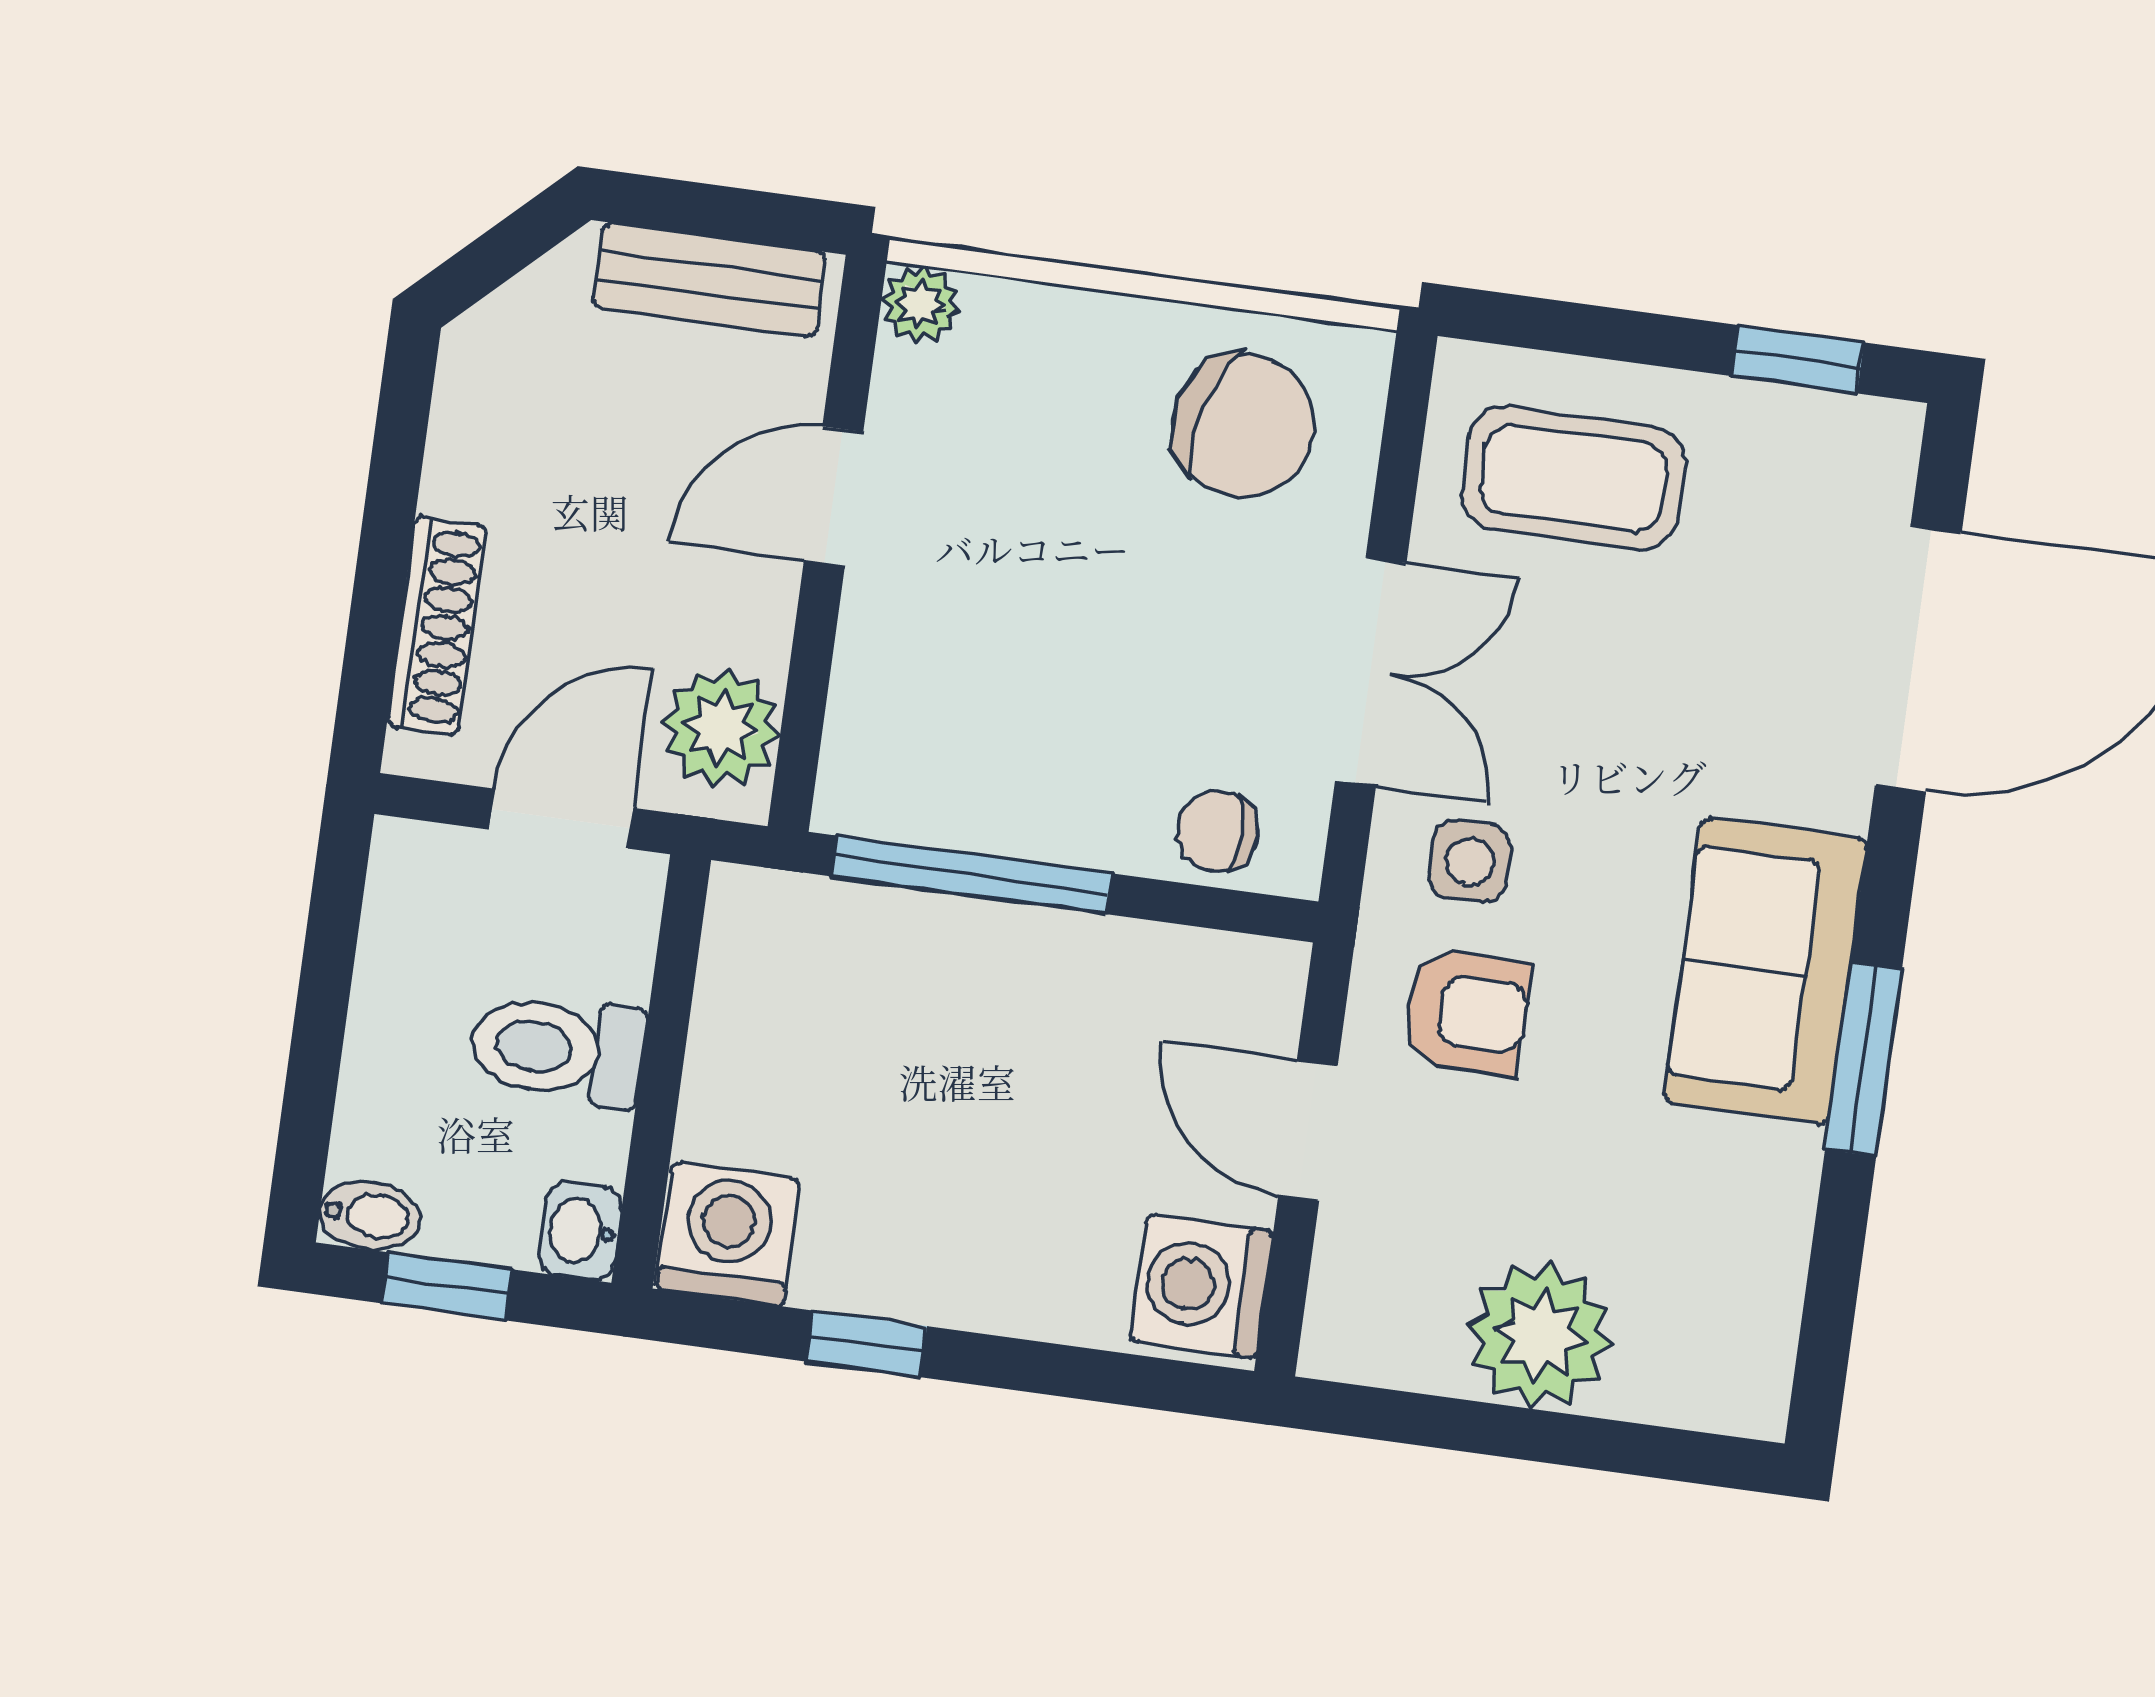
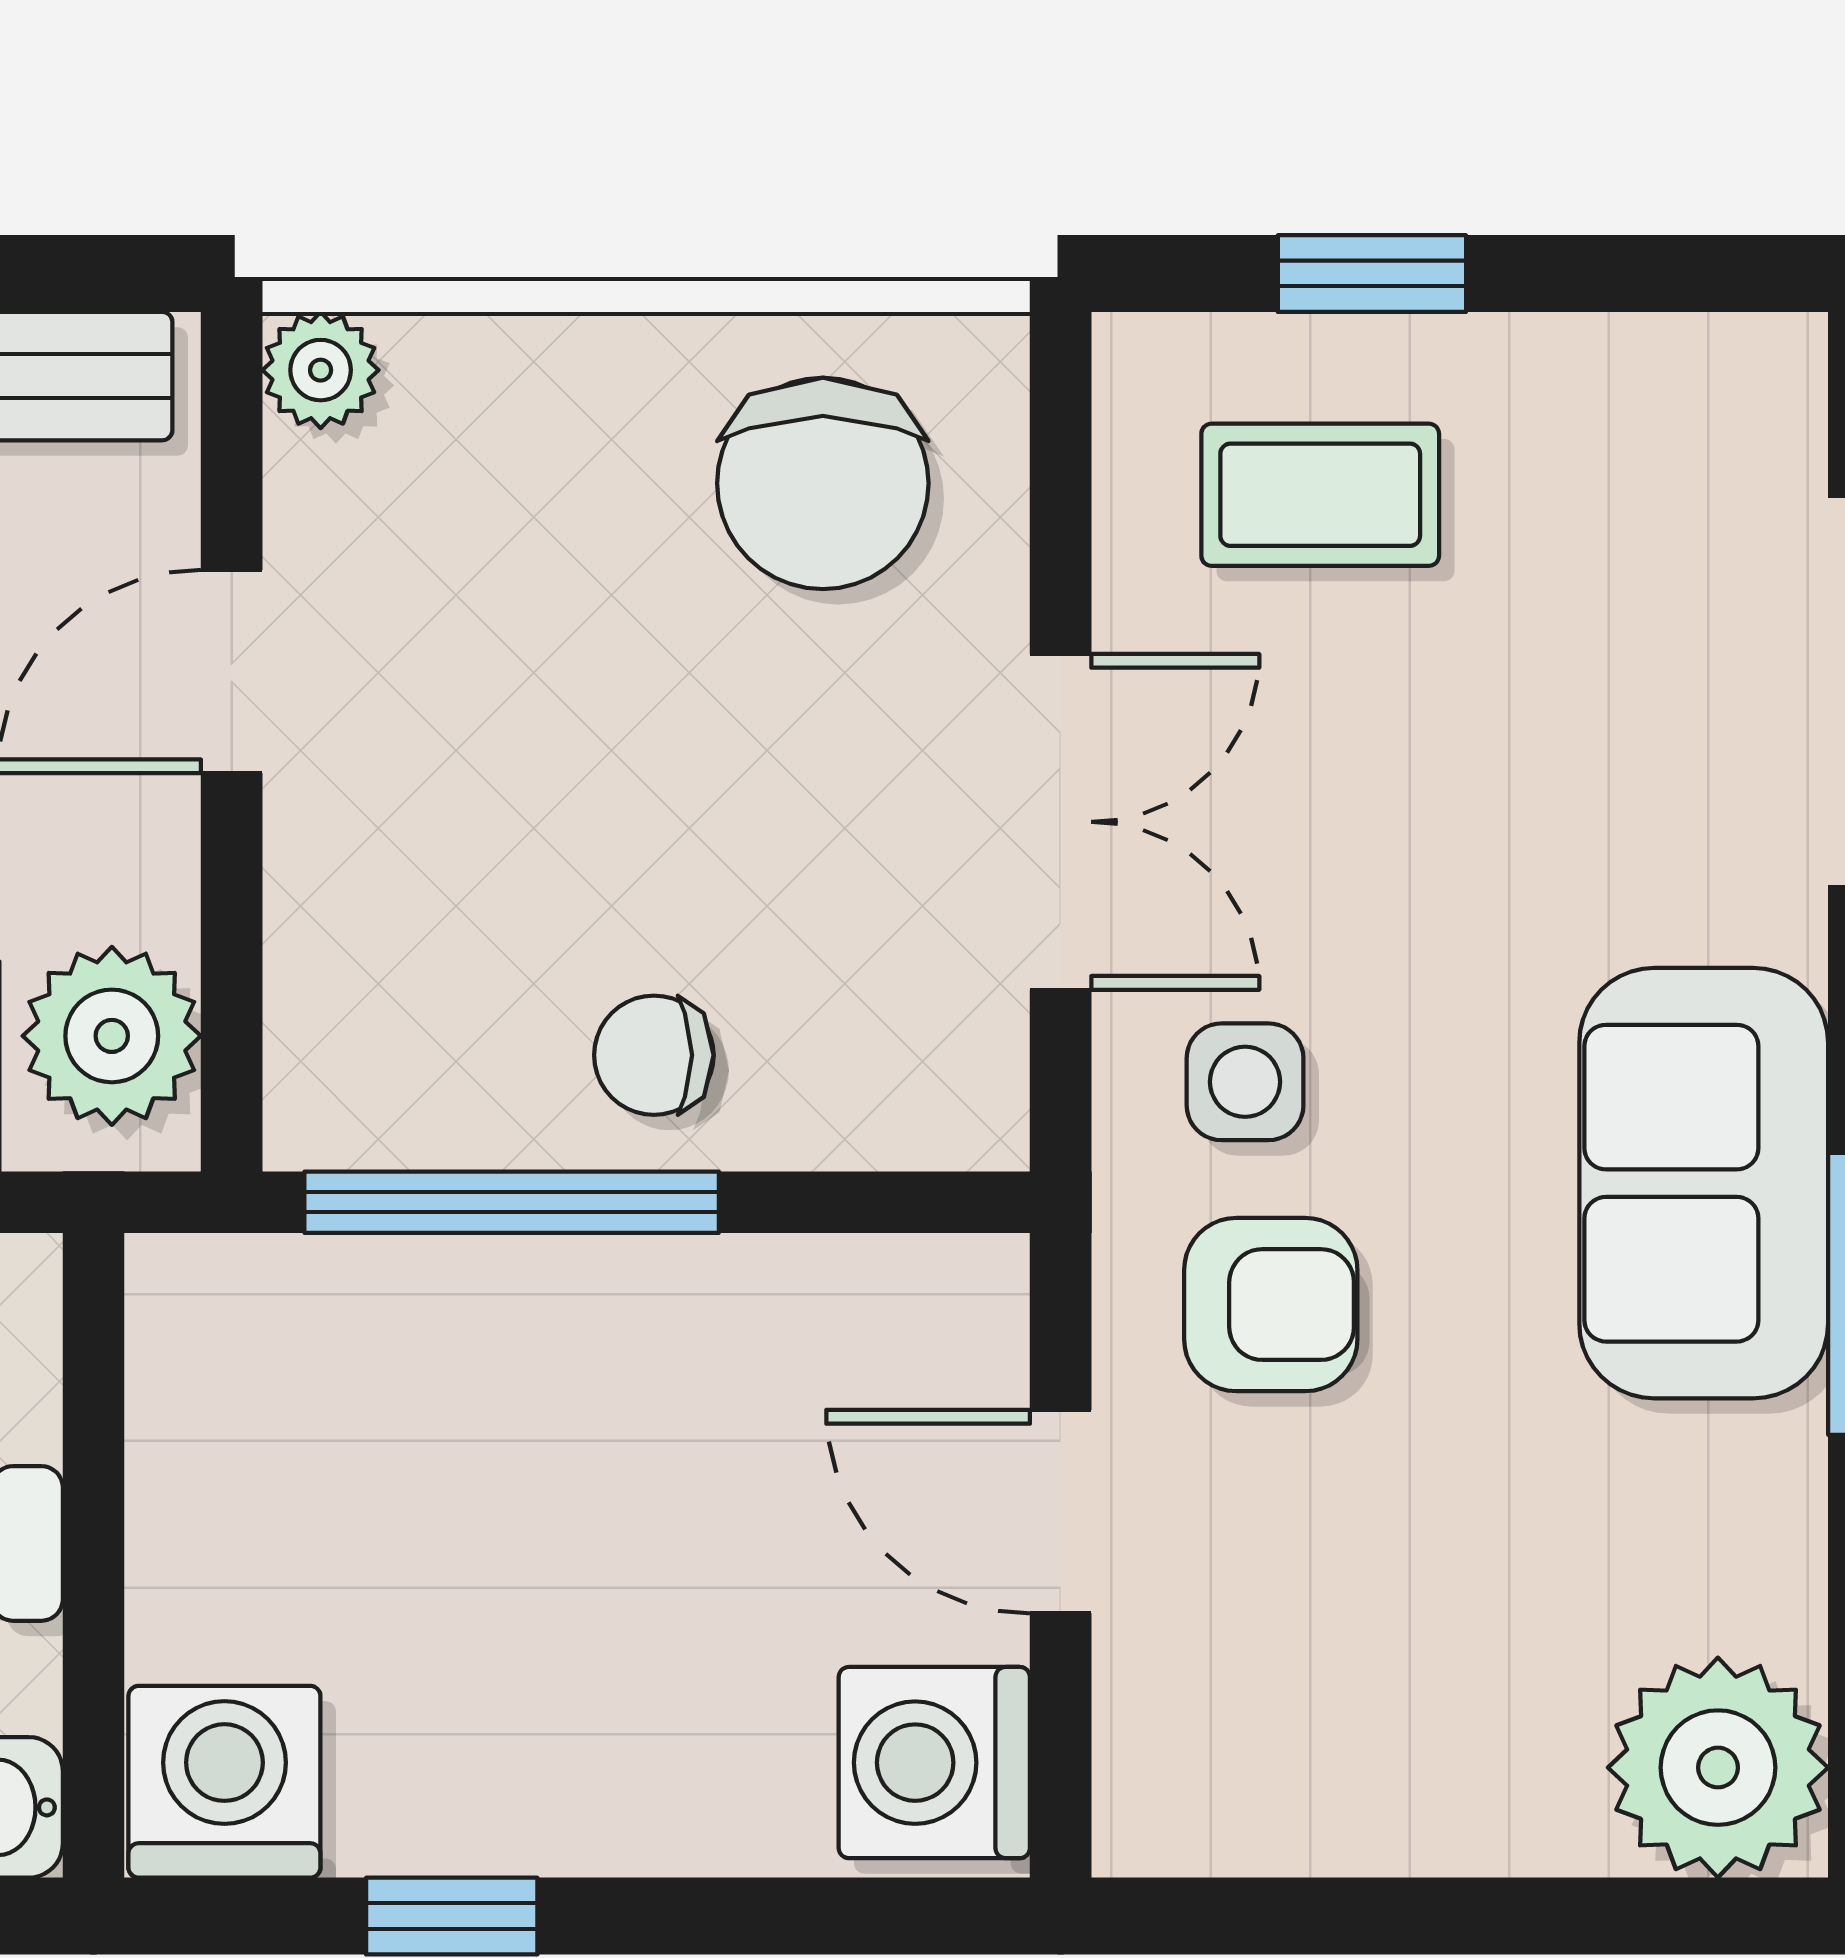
window: (1798, 359) -> (1372, 274), moved
chair: (1244, 425) -> (823, 483), turned 75
coffee table: (1573, 478) -> (1320, 495), width x0.73, depth x0.77
chair: (1217, 831) -> (654, 1055), moved
plant: (1540, 1335) -> (1718, 1768), moved

